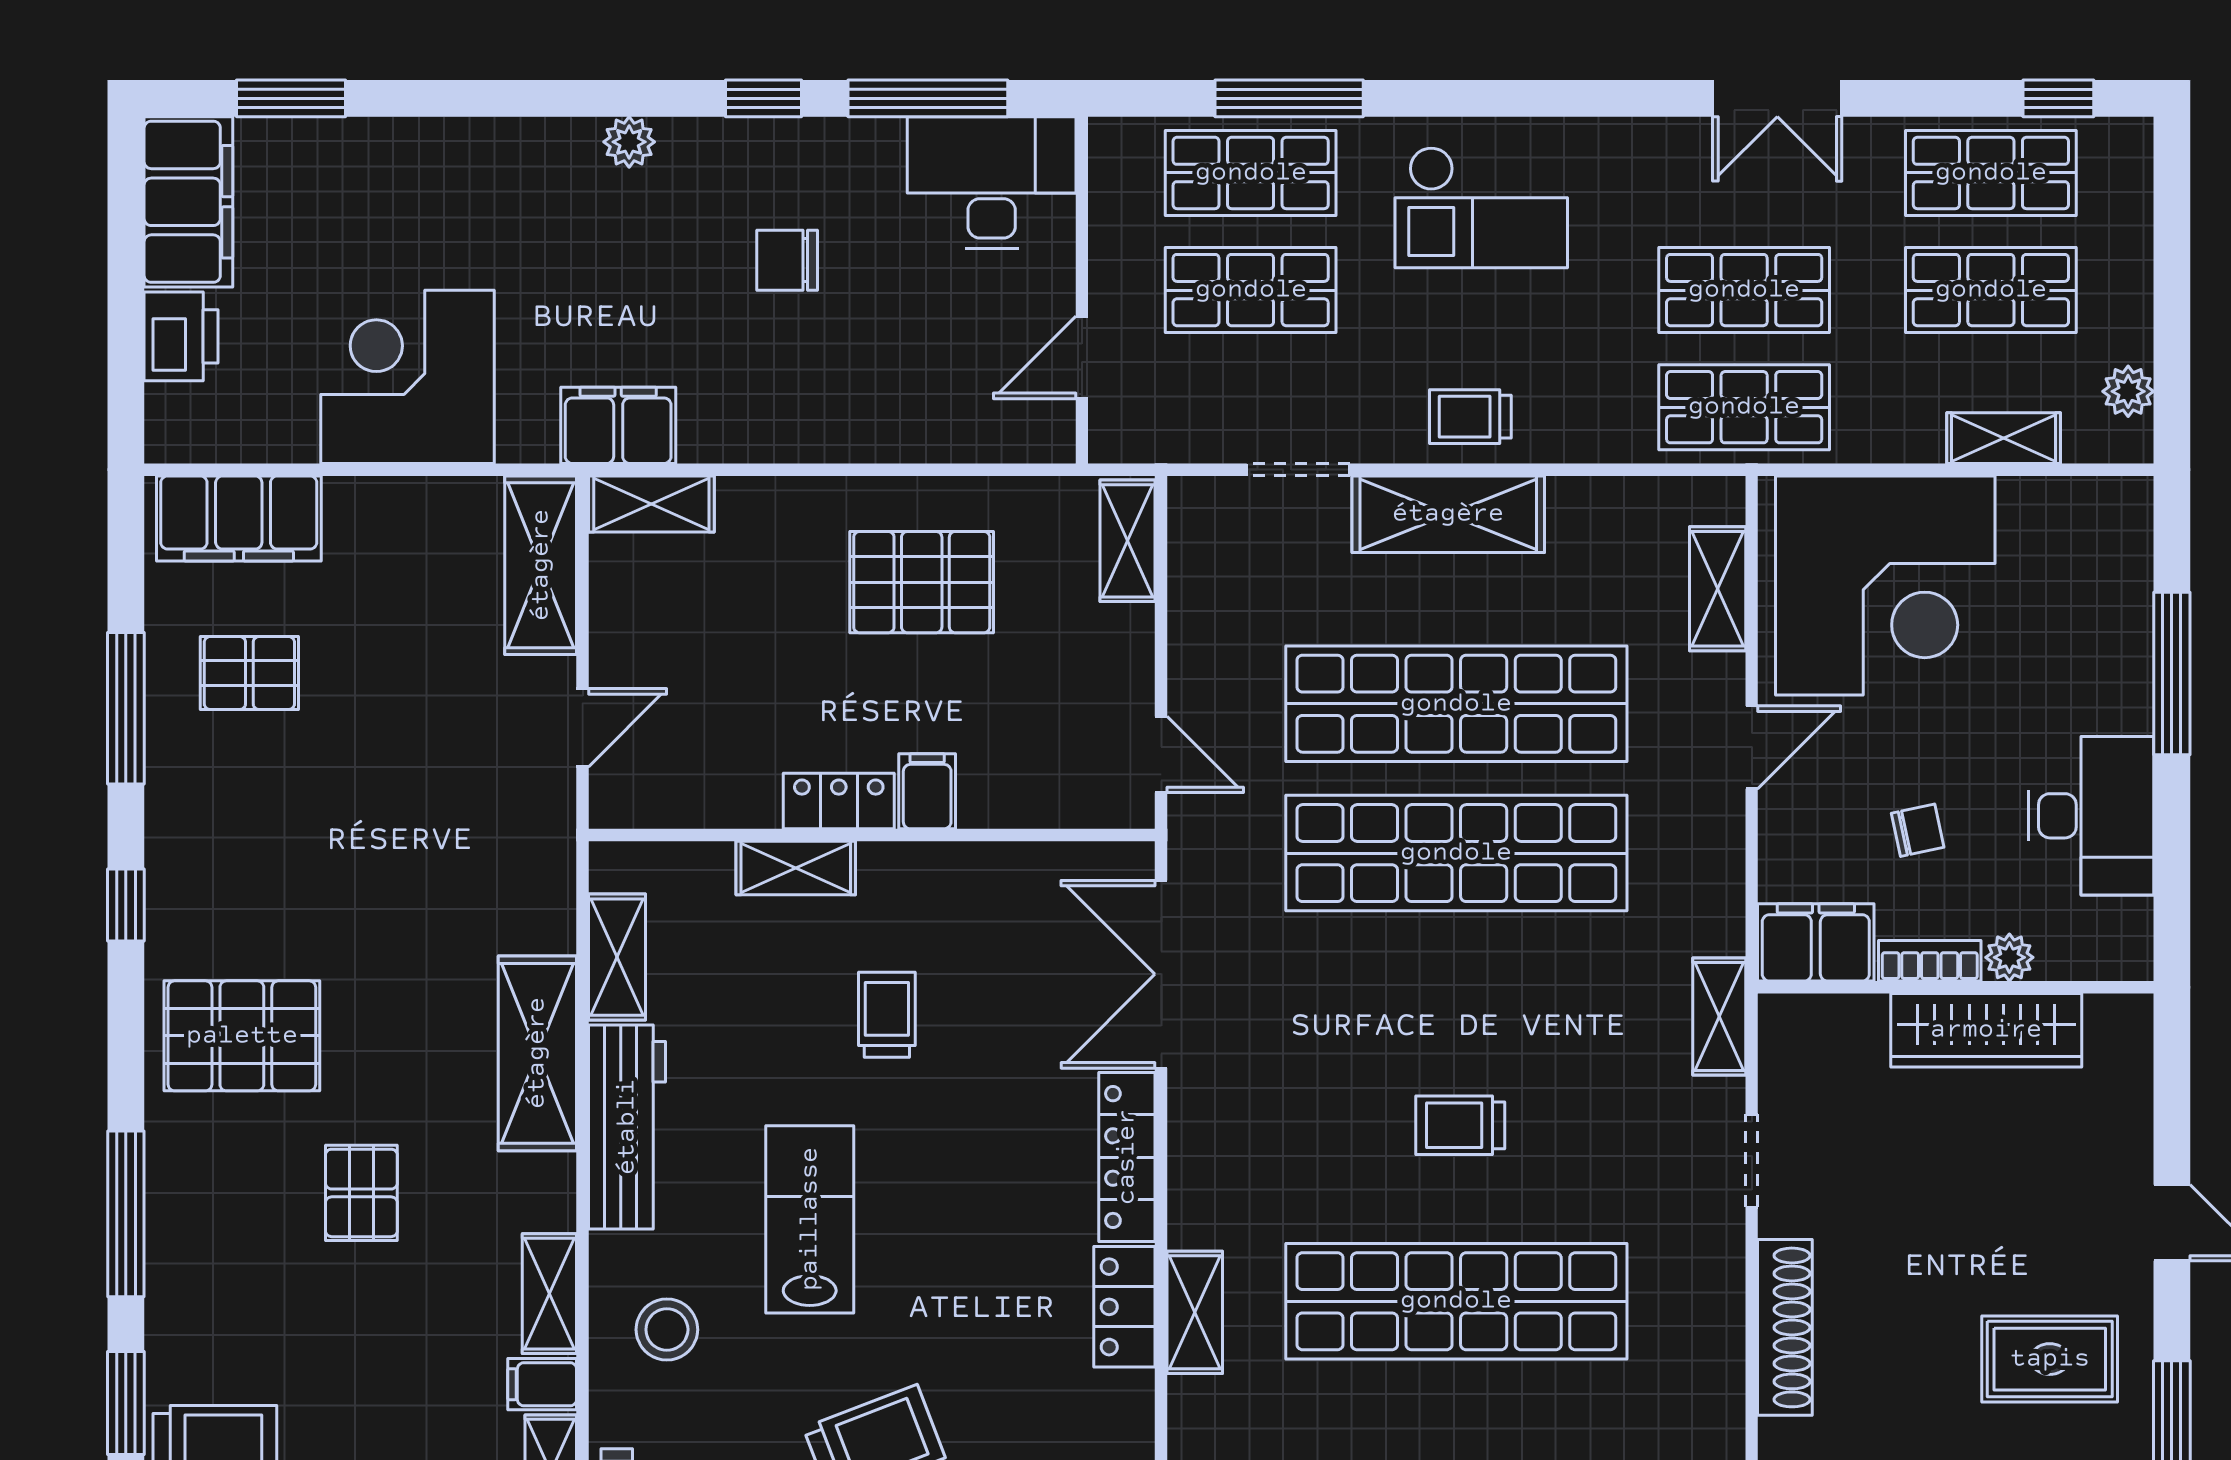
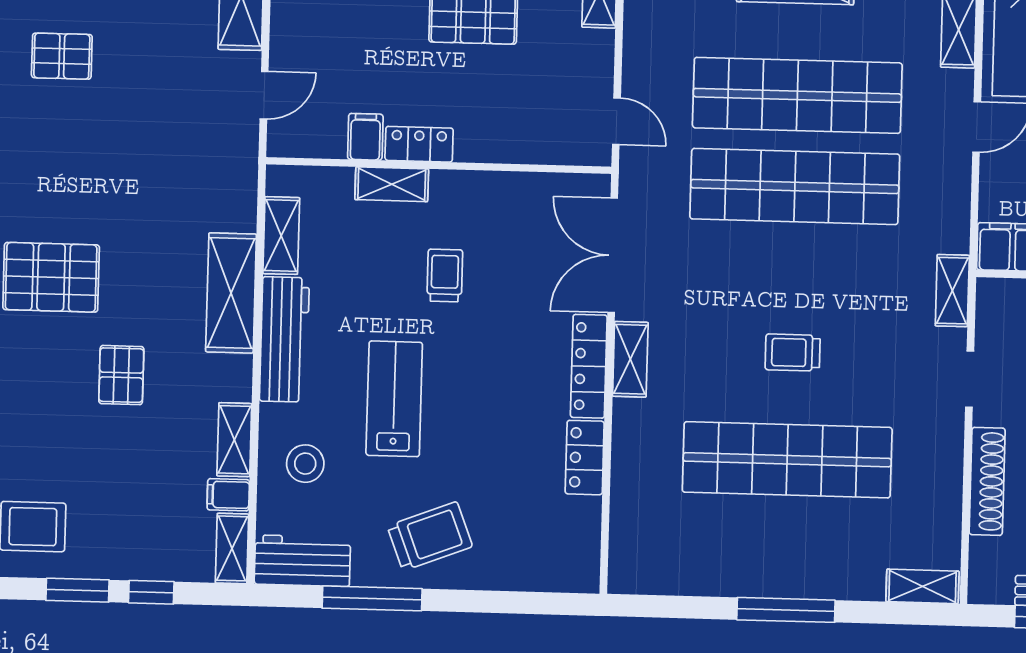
filing cabinet: (927, 791) -> (365, 137), moved
shelving: (1195, 1312) -> (630, 359), moved

